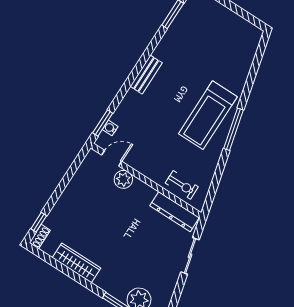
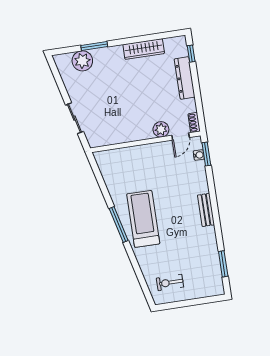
exercise bike: (182, 185) -> (170, 283), moved
dresser: (175, 212) -> (185, 78), moved, turned -90
shoe rack: (40, 236) -> (194, 123), moved

